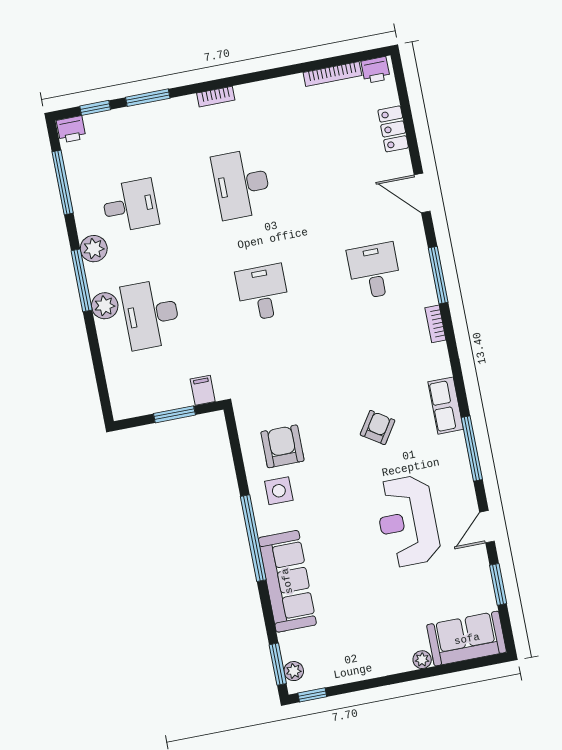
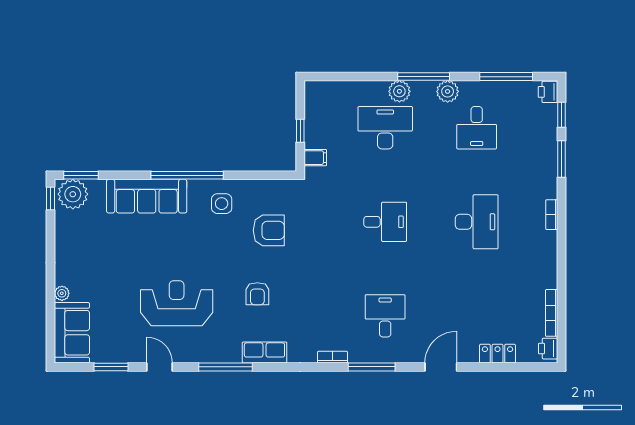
desk: (242, 184) -> (477, 222), turned 90
desk: (374, 271) -> (385, 316), turned -90
window: (174, 414) -> (300, 131), width x0.67
armchair: (378, 428) -> (257, 294), turned 57
armchair: (282, 446) -> (269, 230), moved
plant: (294, 671) -> (73, 194), width x1.87, depth x1.87

